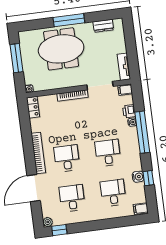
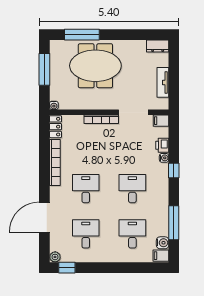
window: (69, 20) -> (82, 35), moved
dresser: (103, 26) -> (158, 46), moved
tv unit: (124, 67) -> (163, 82), moved
window: (142, 132) -> (174, 171), width x0.32
bookcase: (38, 153) -> (55, 163), moved
water cooler: (138, 177) -> (163, 243), moved
window: (148, 178) -> (174, 223), width x2.17

